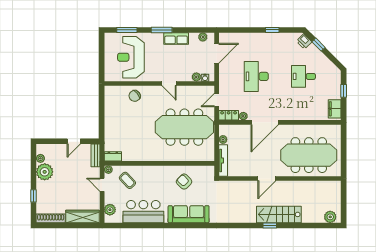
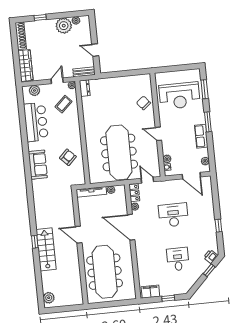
reception desk: (131, 57) -> (179, 96), turned 180
door: (169, 83) -> (158, 134), hinge flipped
sofa: (189, 214) -> (38, 165), width x0.73

